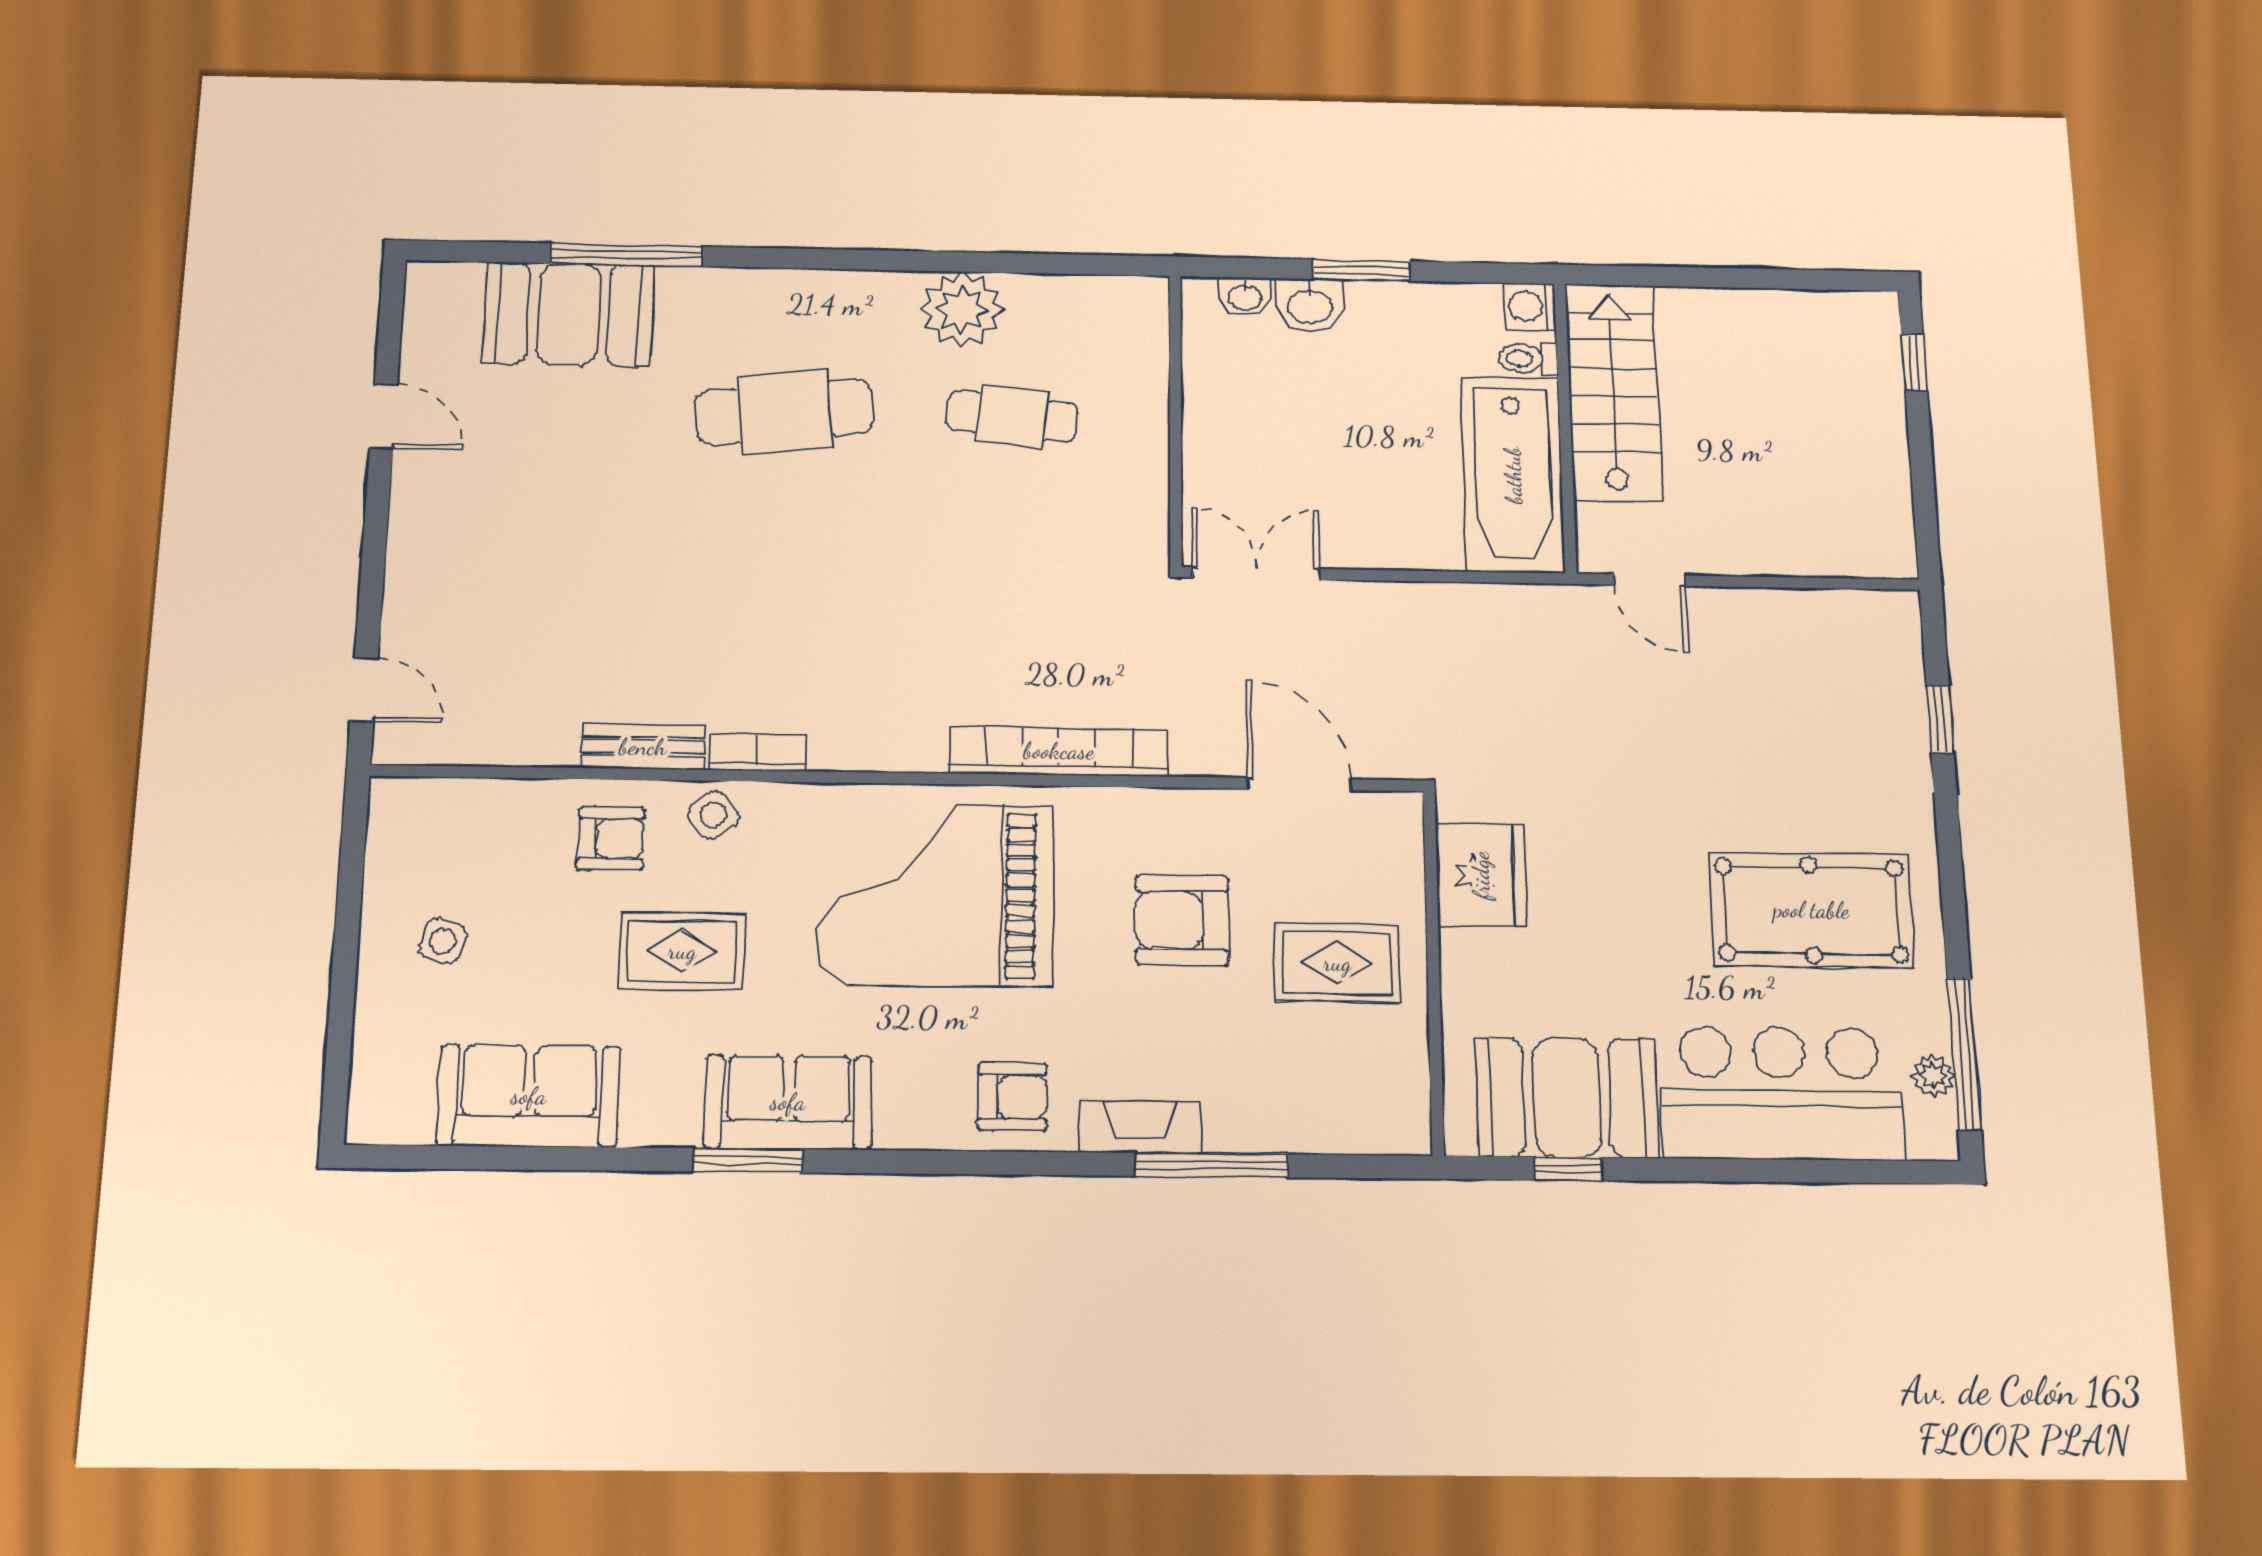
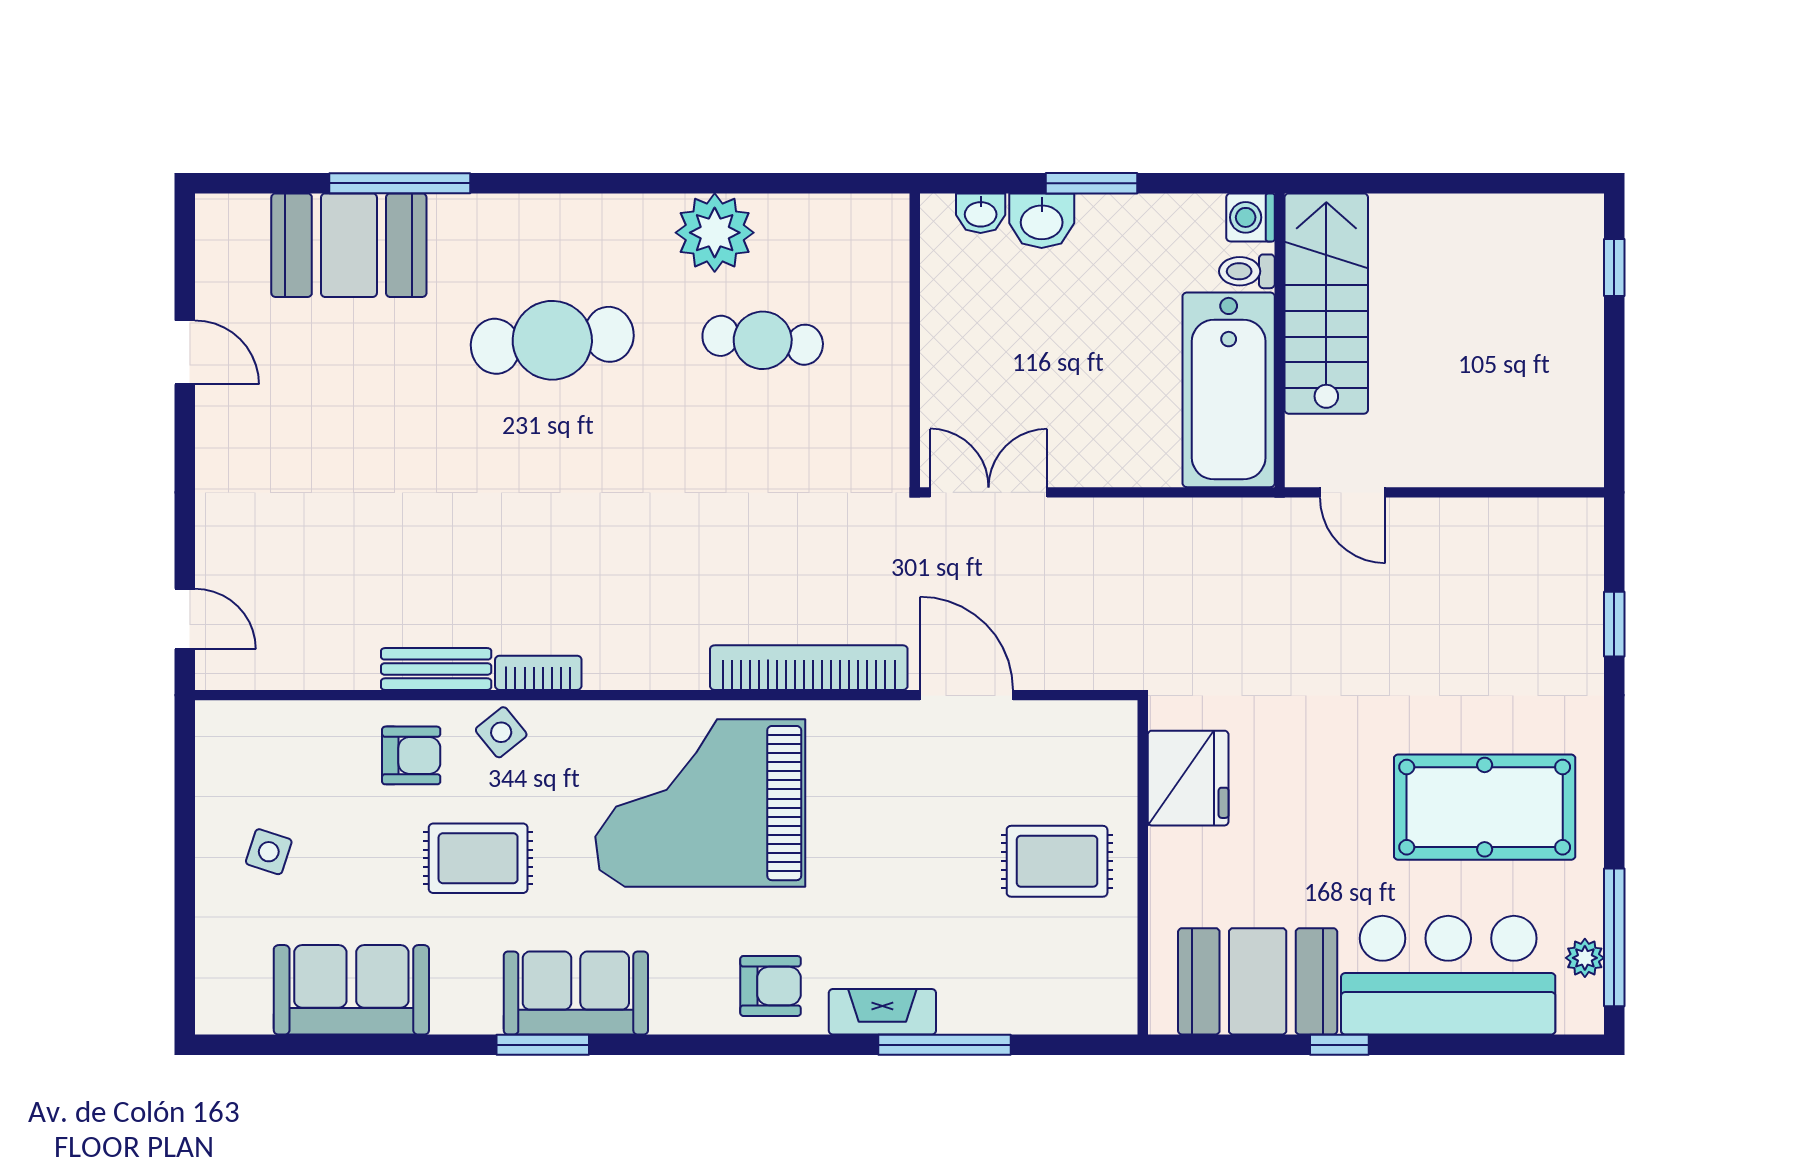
door: (1299, 784) -> (966, 695), moved
armchair: (1182, 920) -> (919, 824), removed
window: (1569, 1169) -> (1339, 1045), moved

